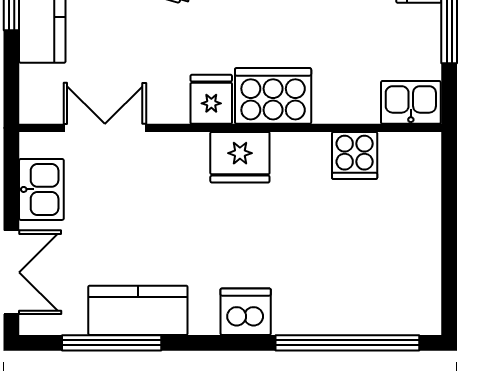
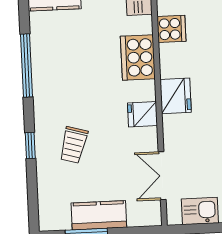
cooker: (273, 96) -> (138, 57), moved

